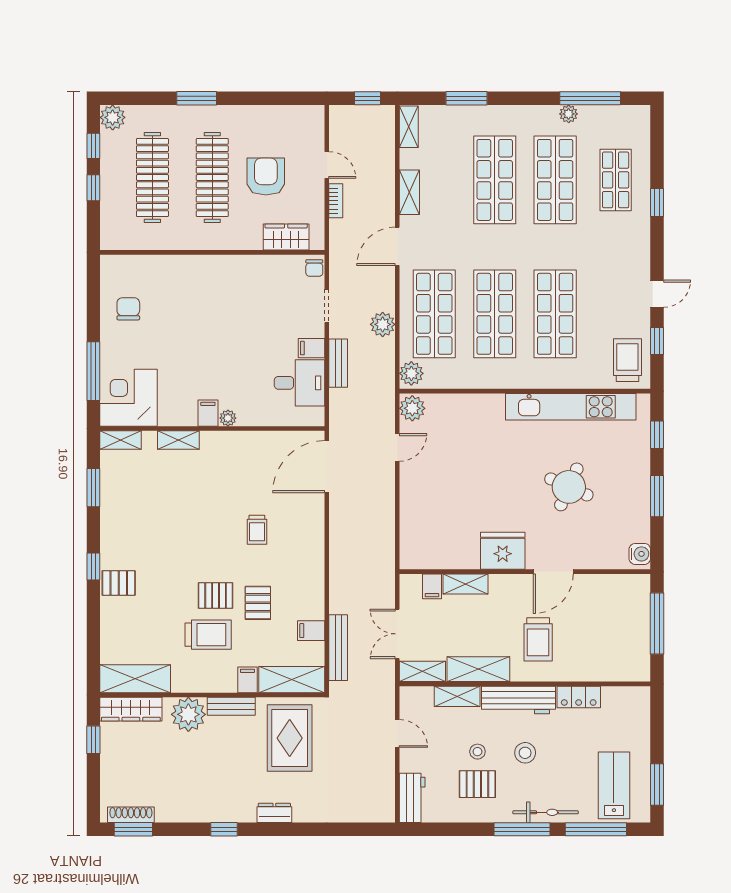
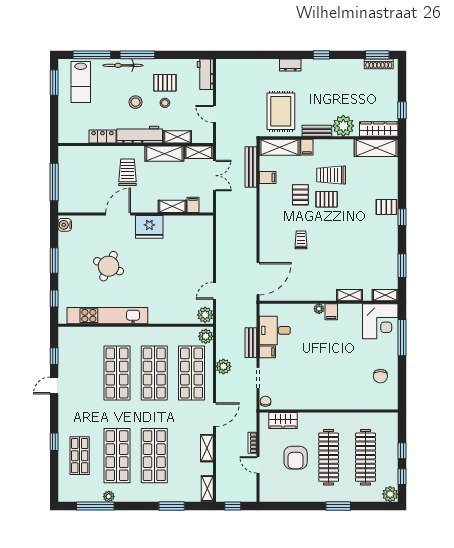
trolley: (627, 360) -> (72, 345), removed

